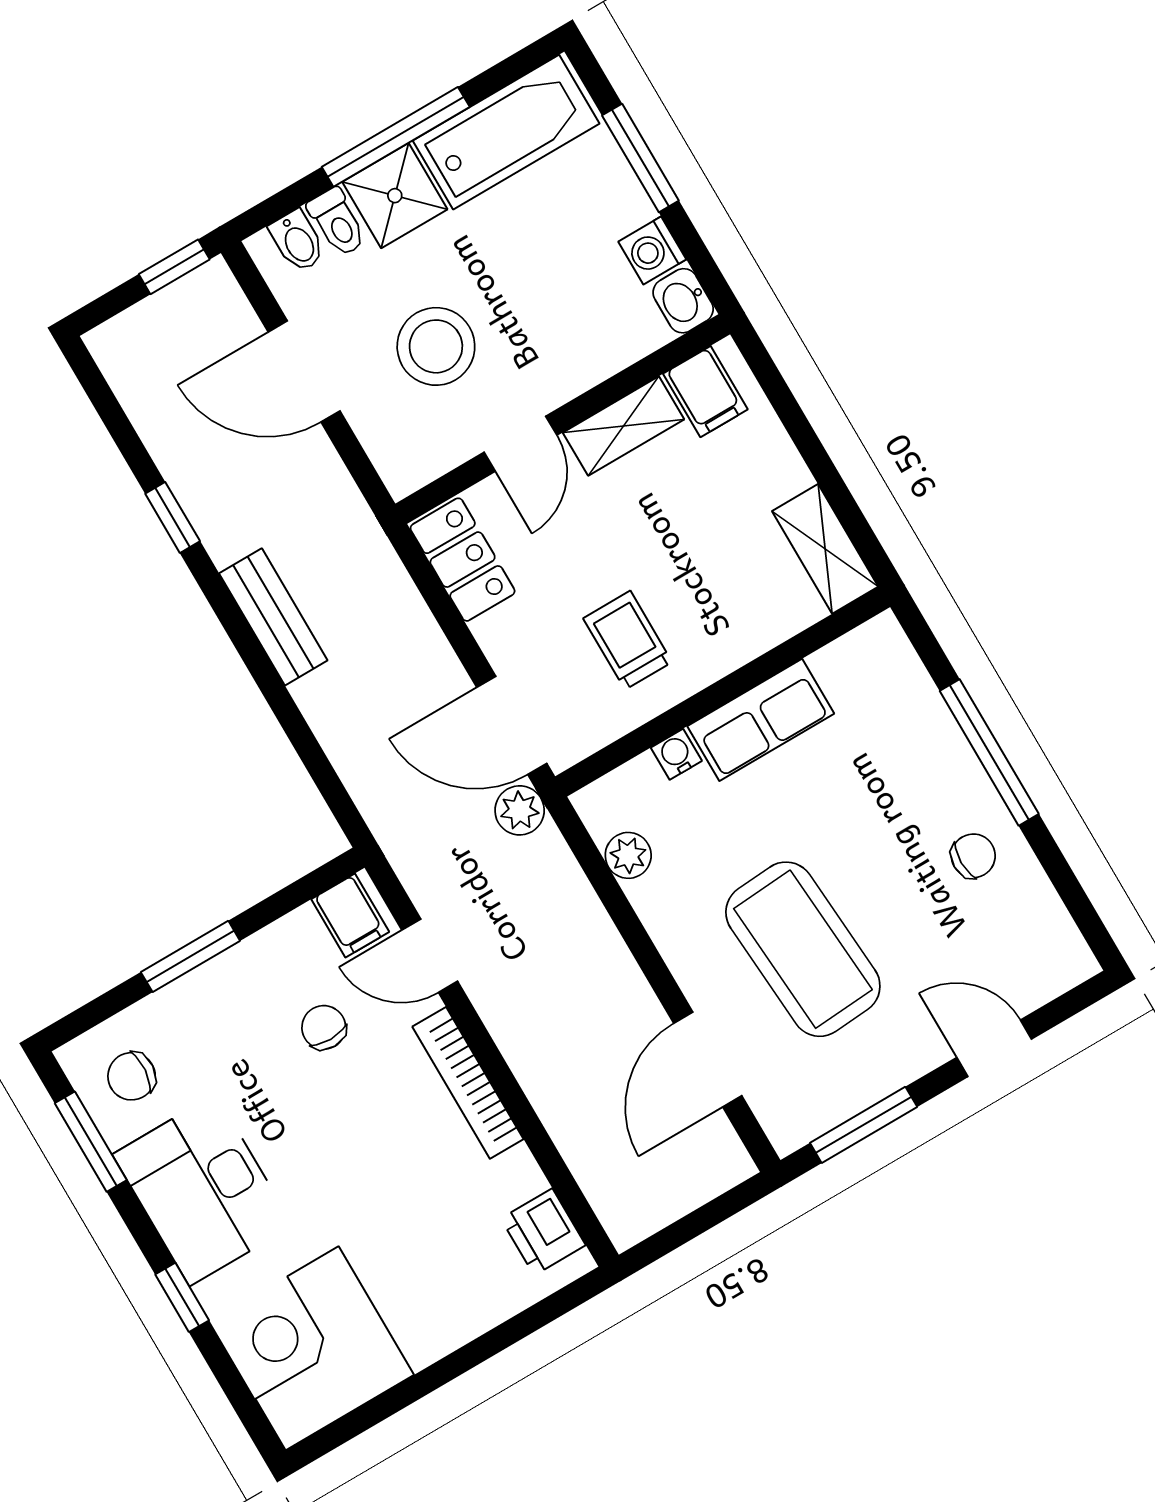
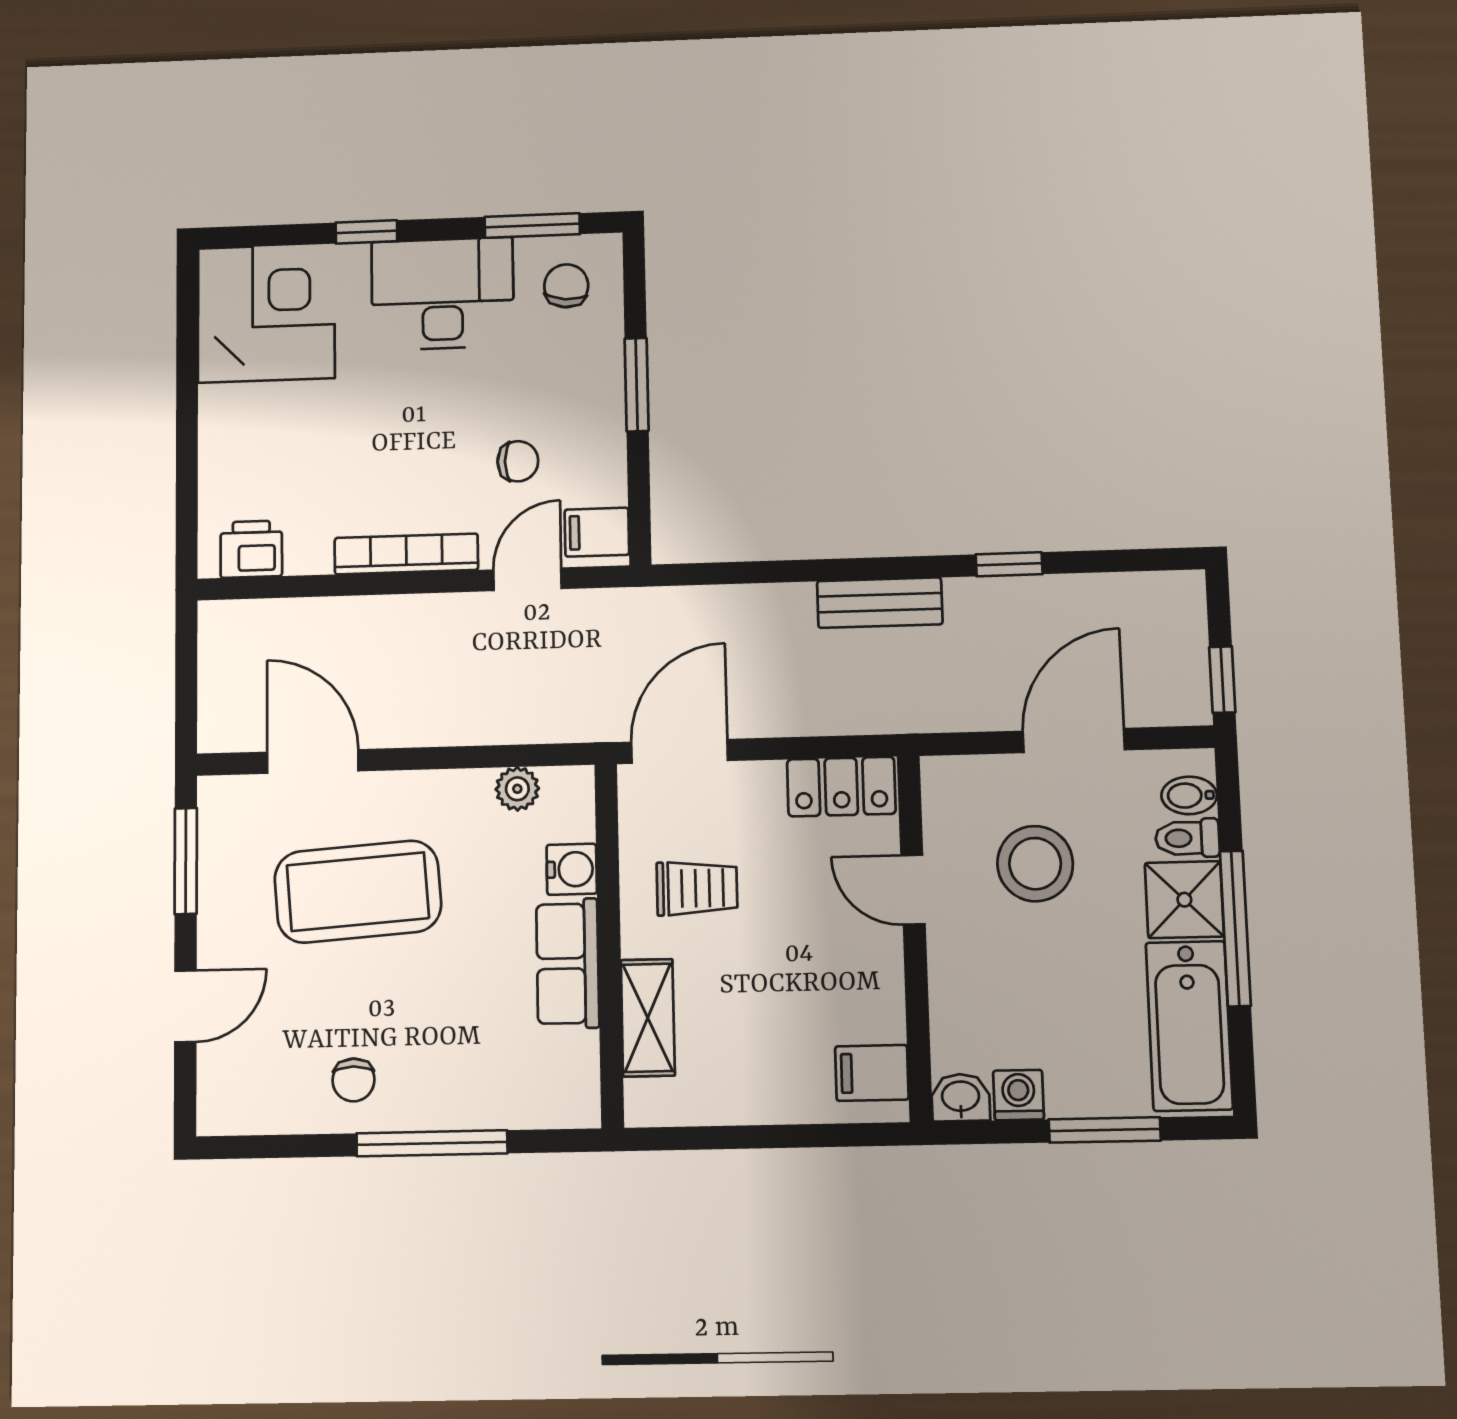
shelving: (624, 426) -> (880, 986), removed
shelving: (825, 549) -> (648, 1018), moved, turned 90
water cooler: (676, 754) -> (572, 869), width x1.38, depth x1.38
plant: (520, 810) -> (605, 719), removed

